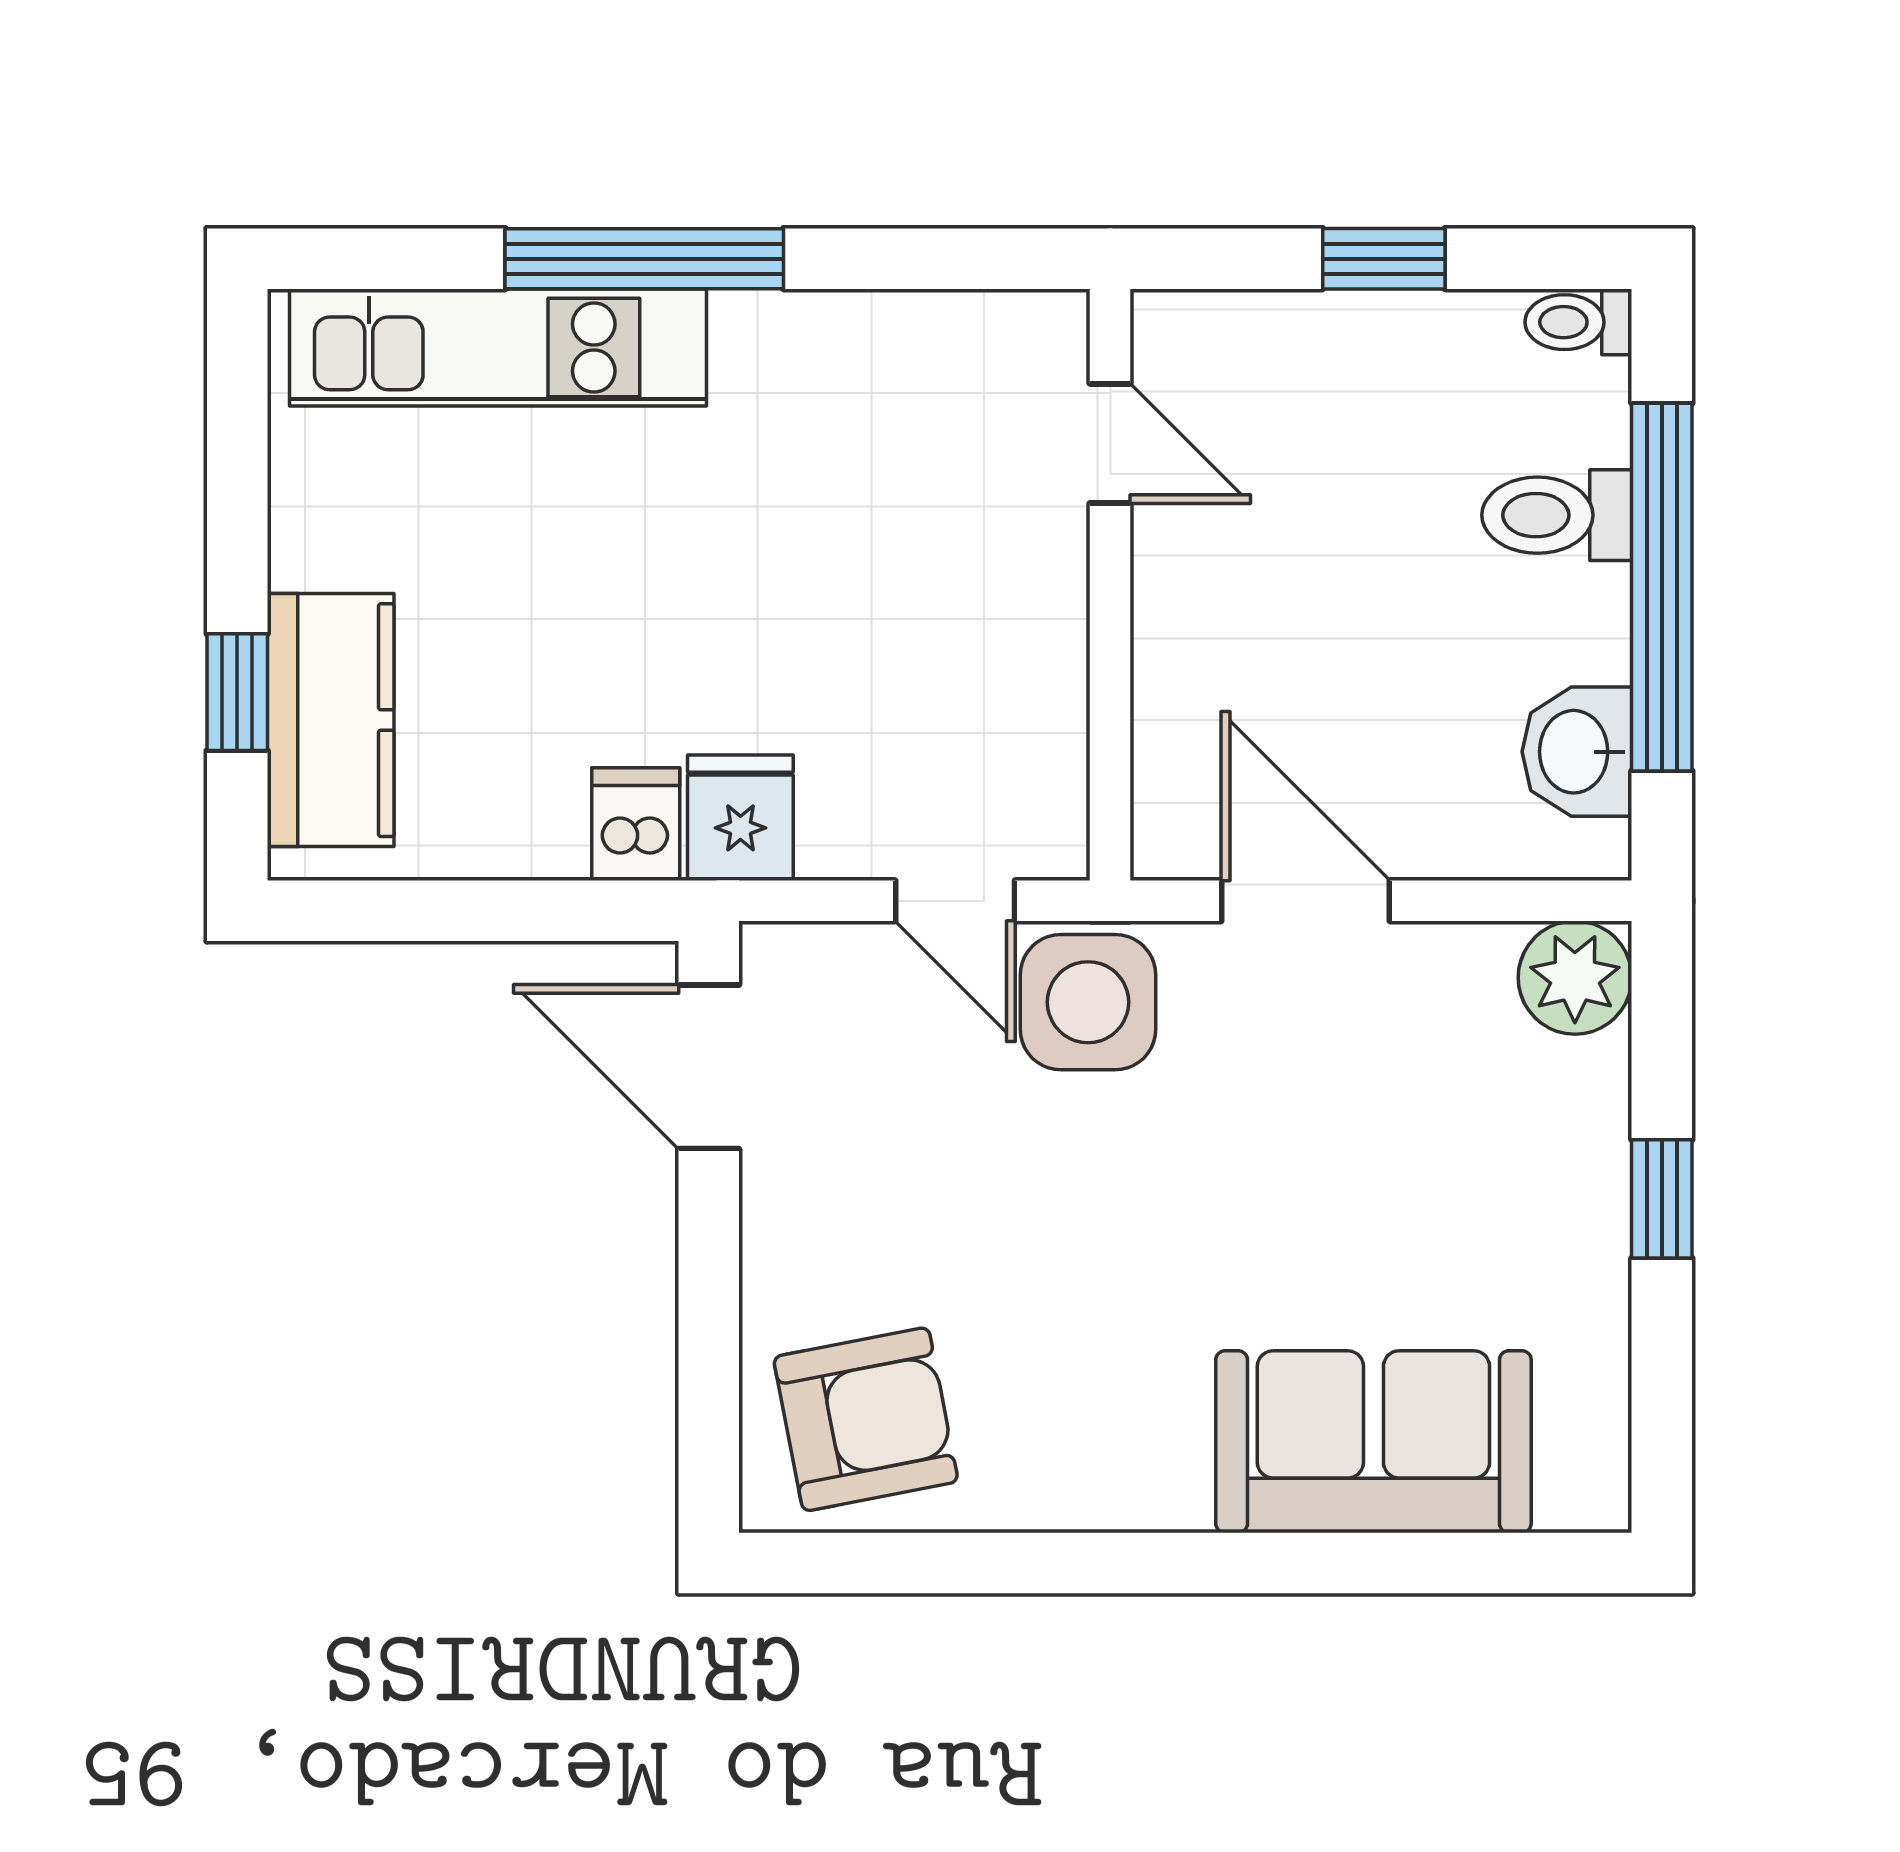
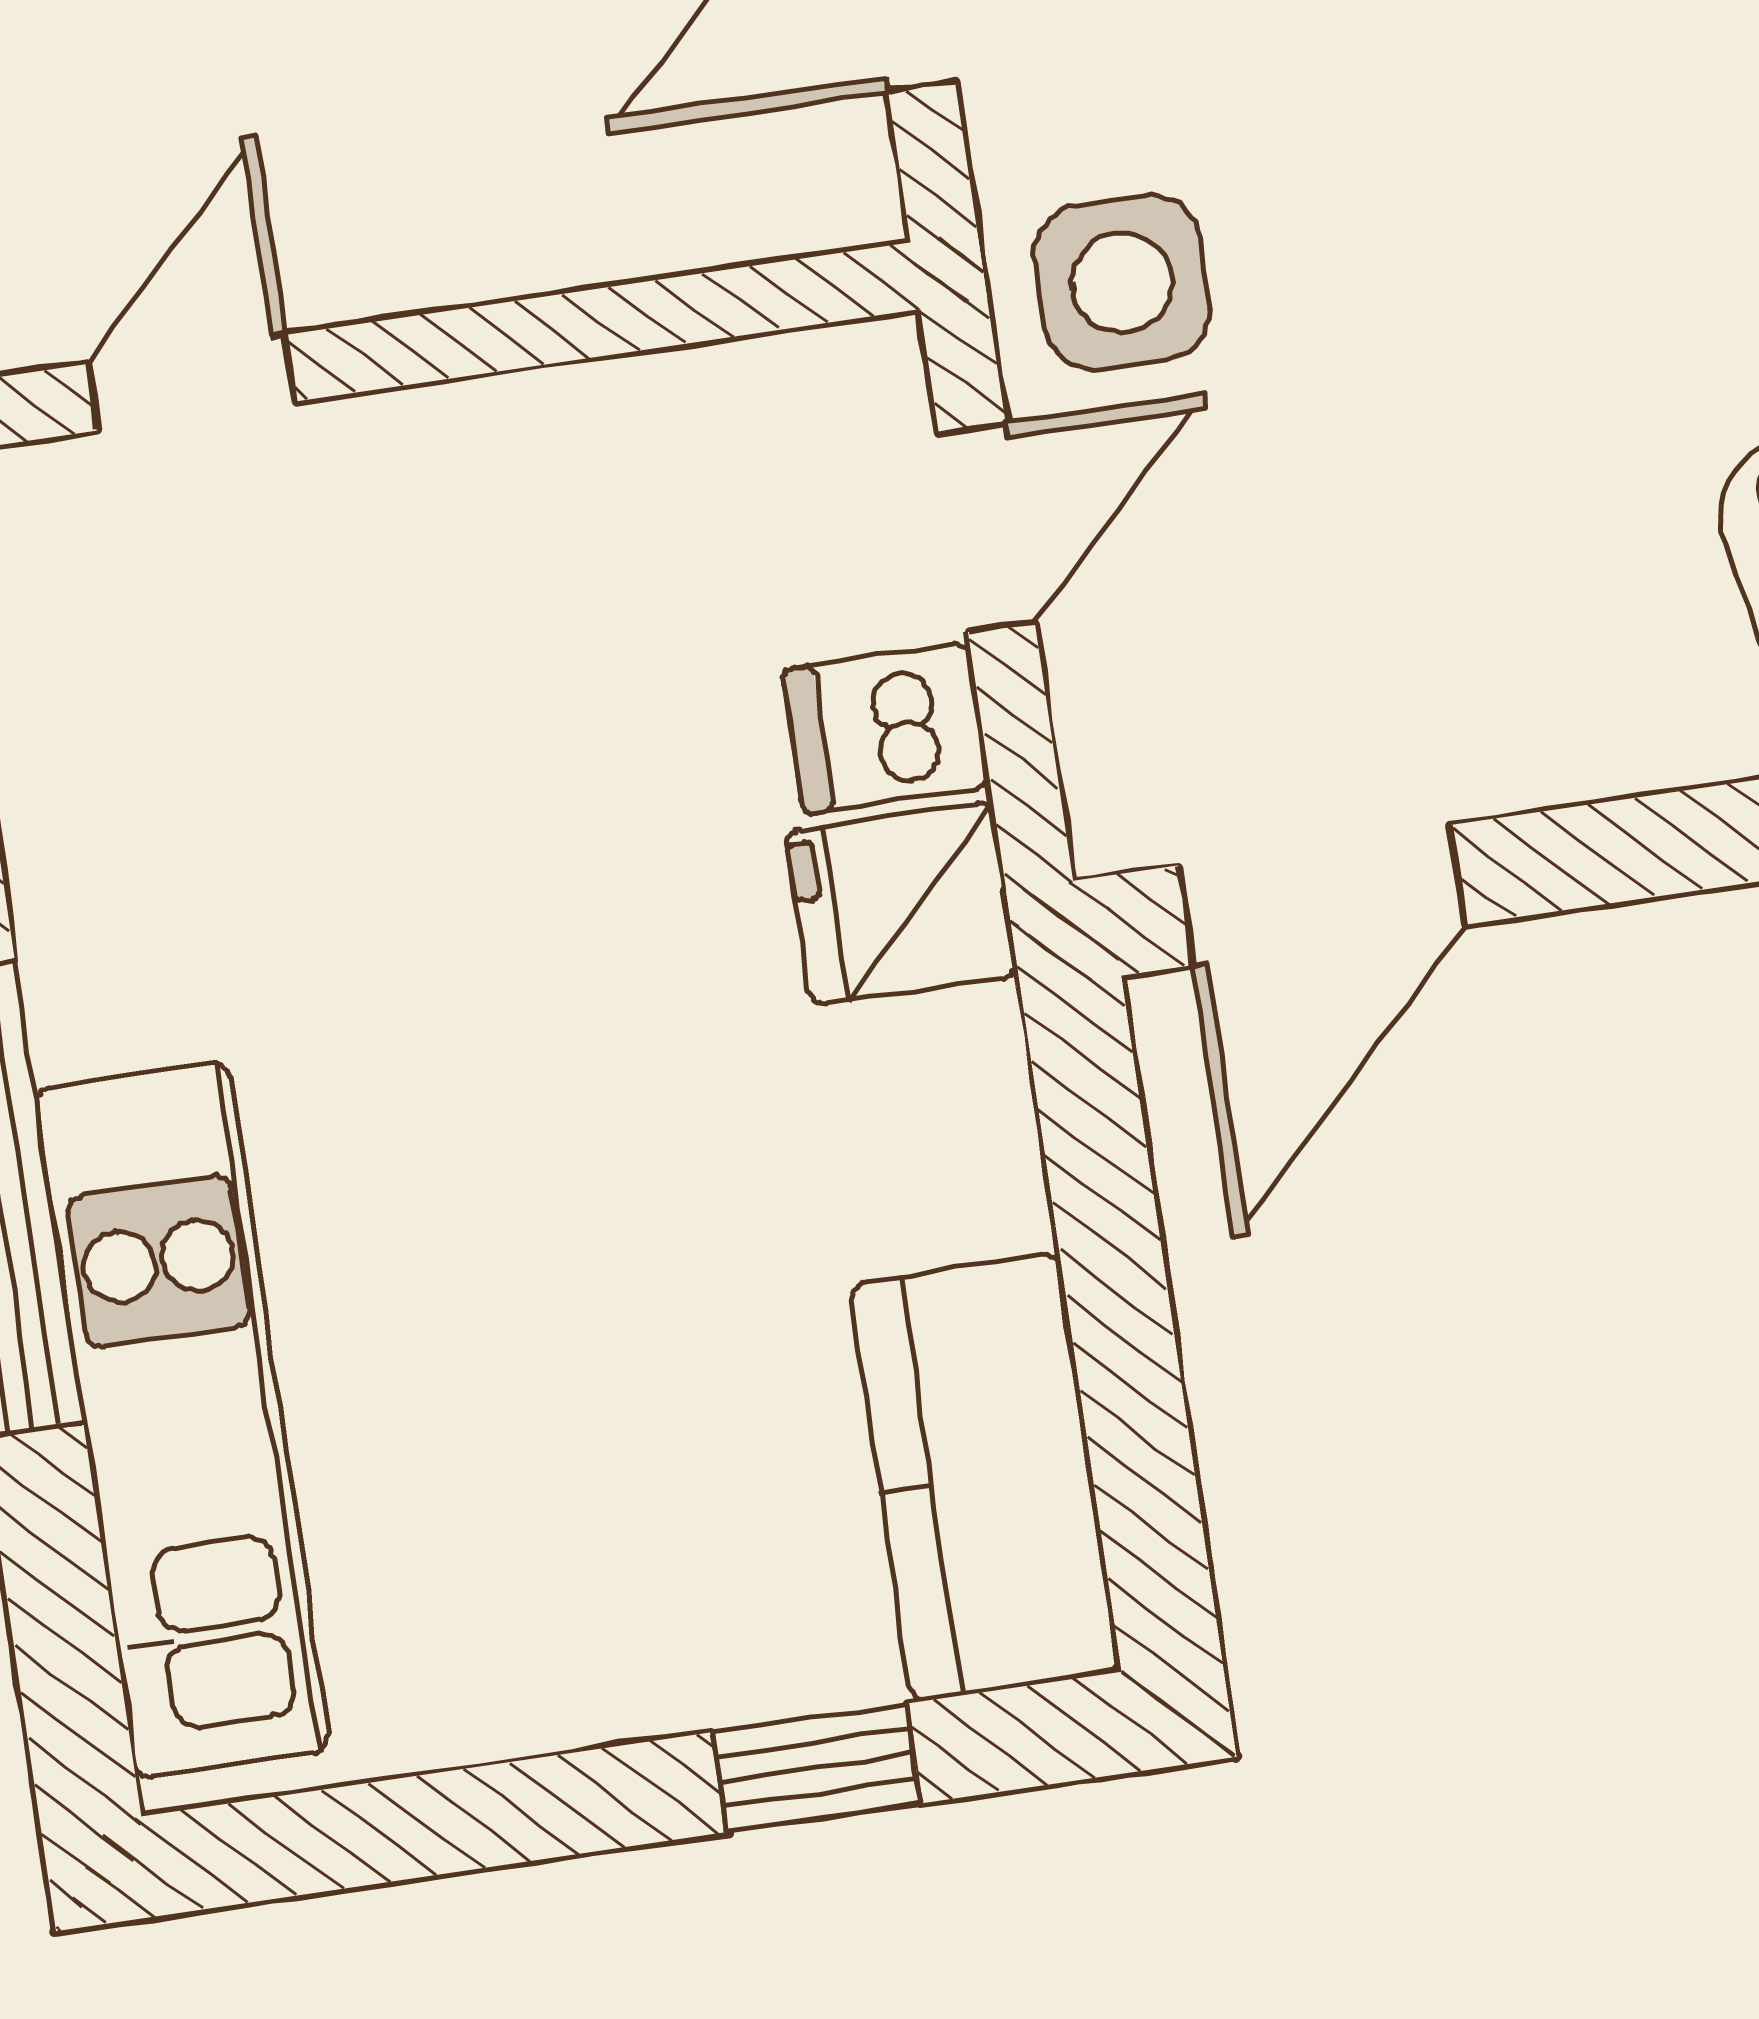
kitchen counter: (331, 720) -> (986, 1478), moved, turned -90
dishwasher: (636, 824) -> (887, 728), moved
side table: (1088, 1002) -> (1122, 283), width x0.73, depth x0.73

